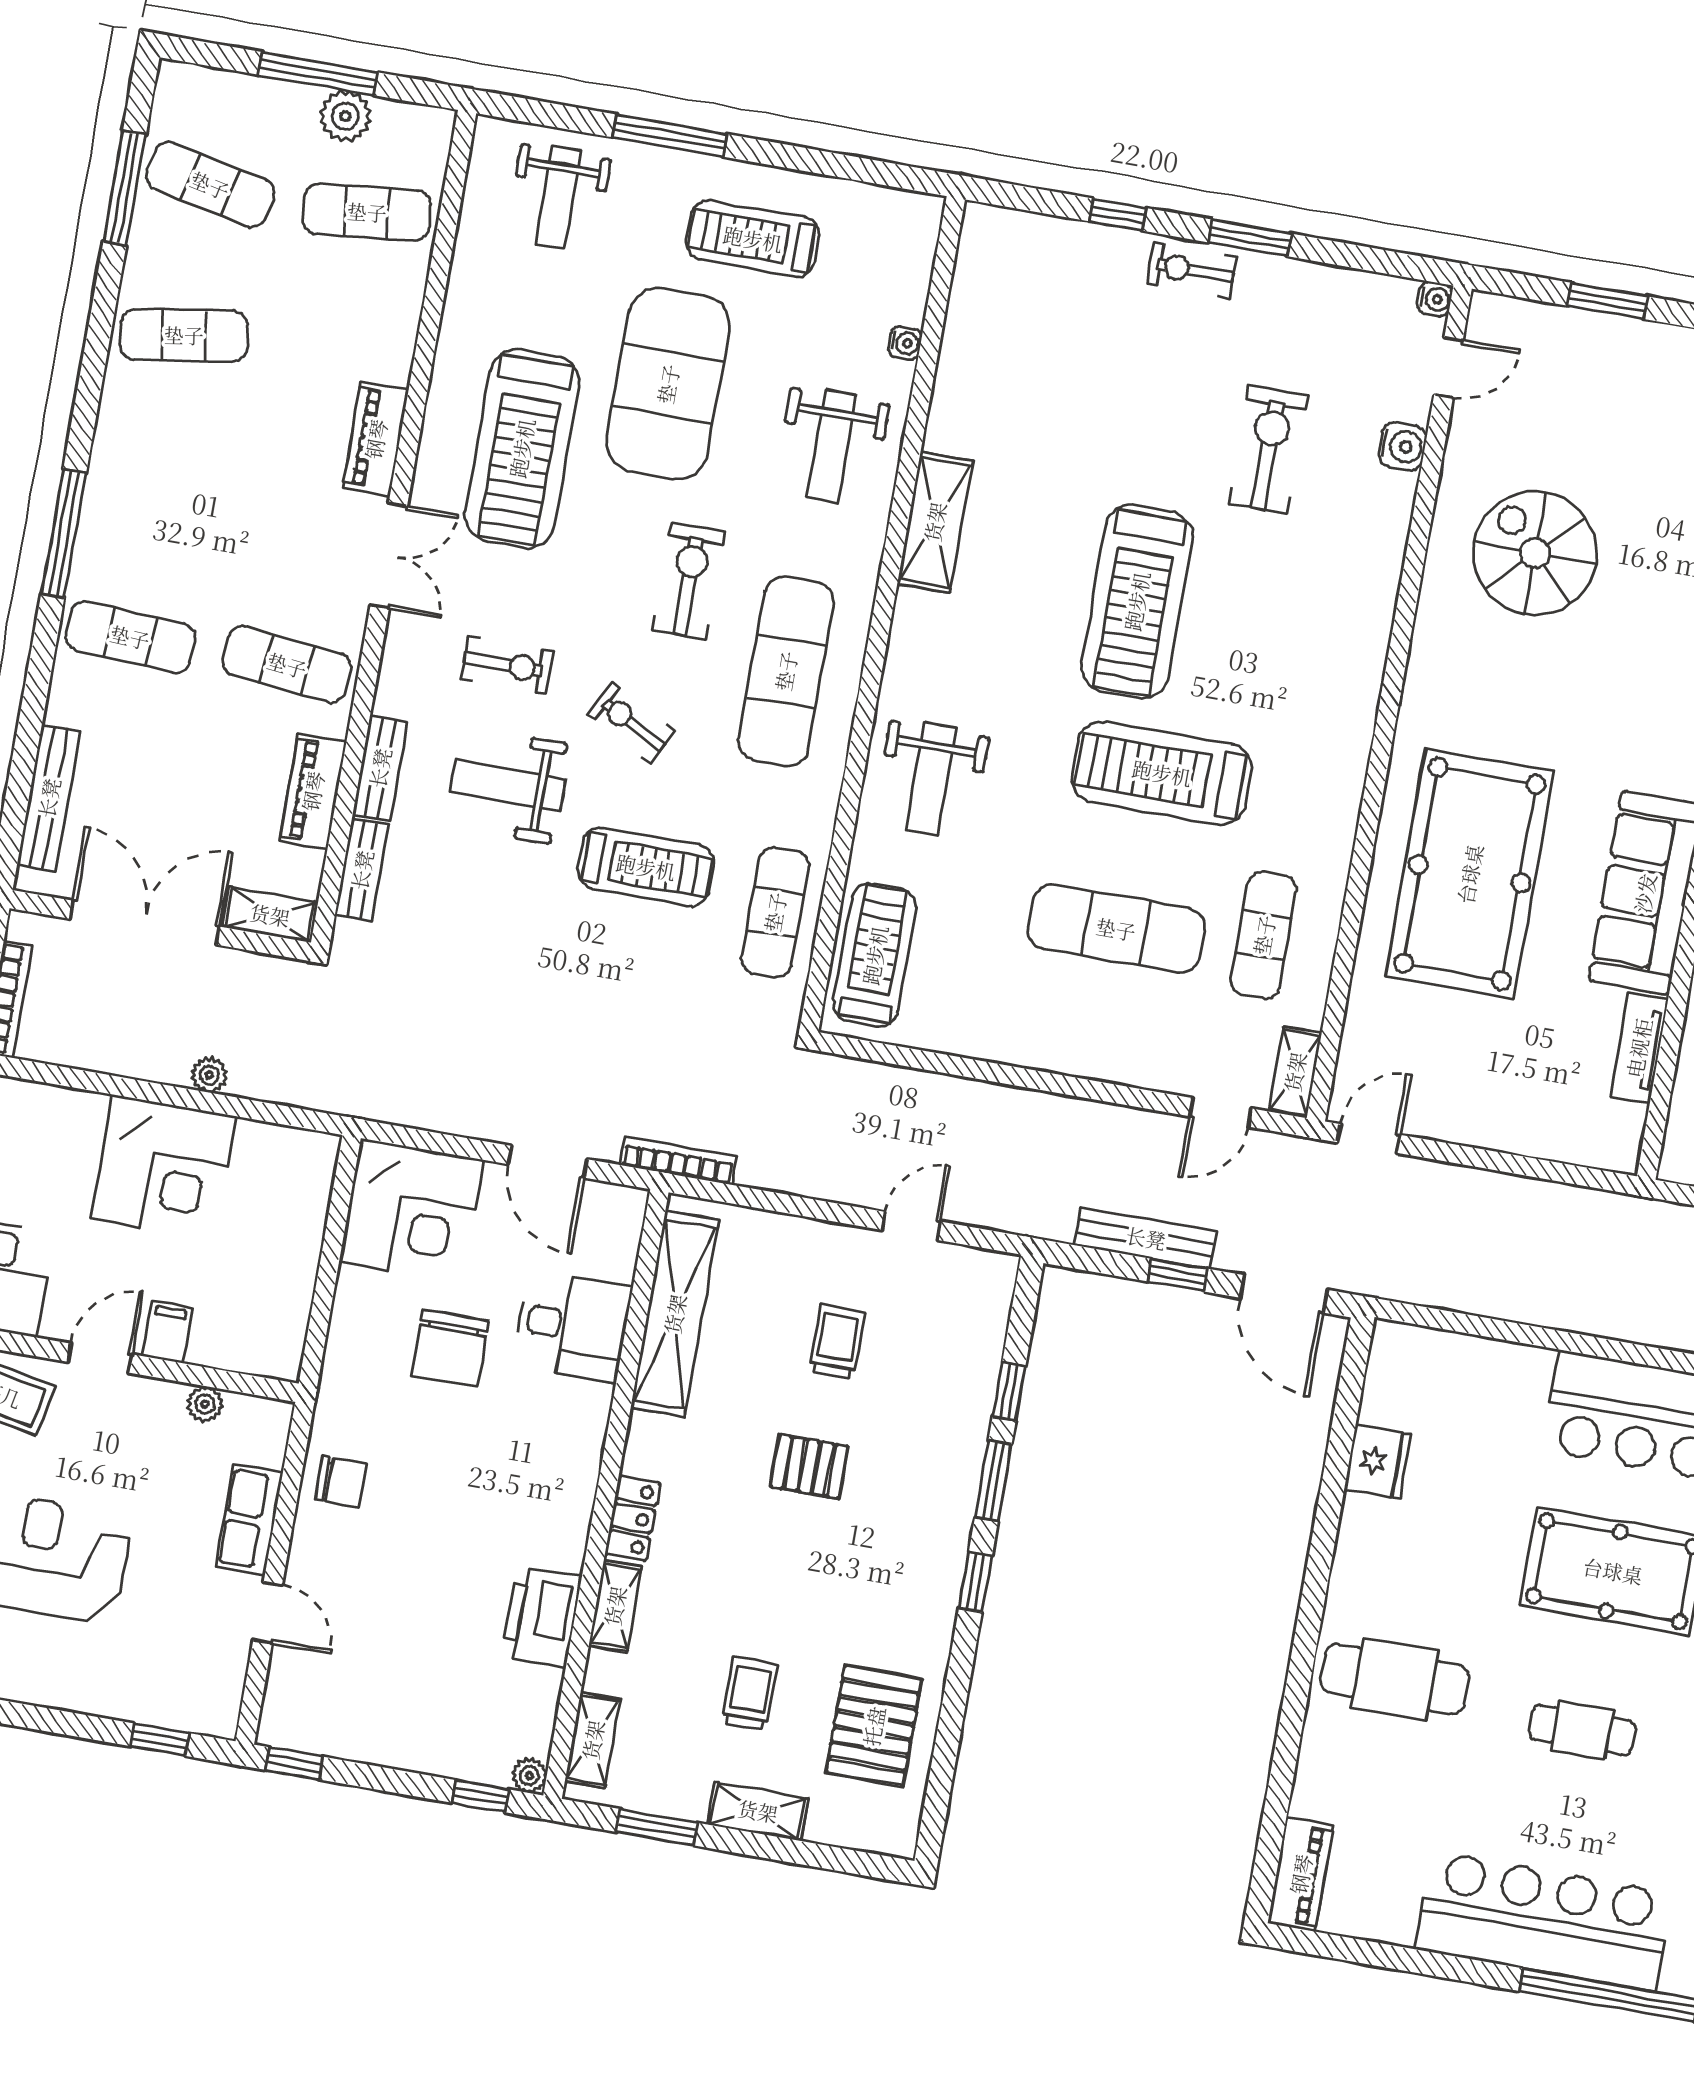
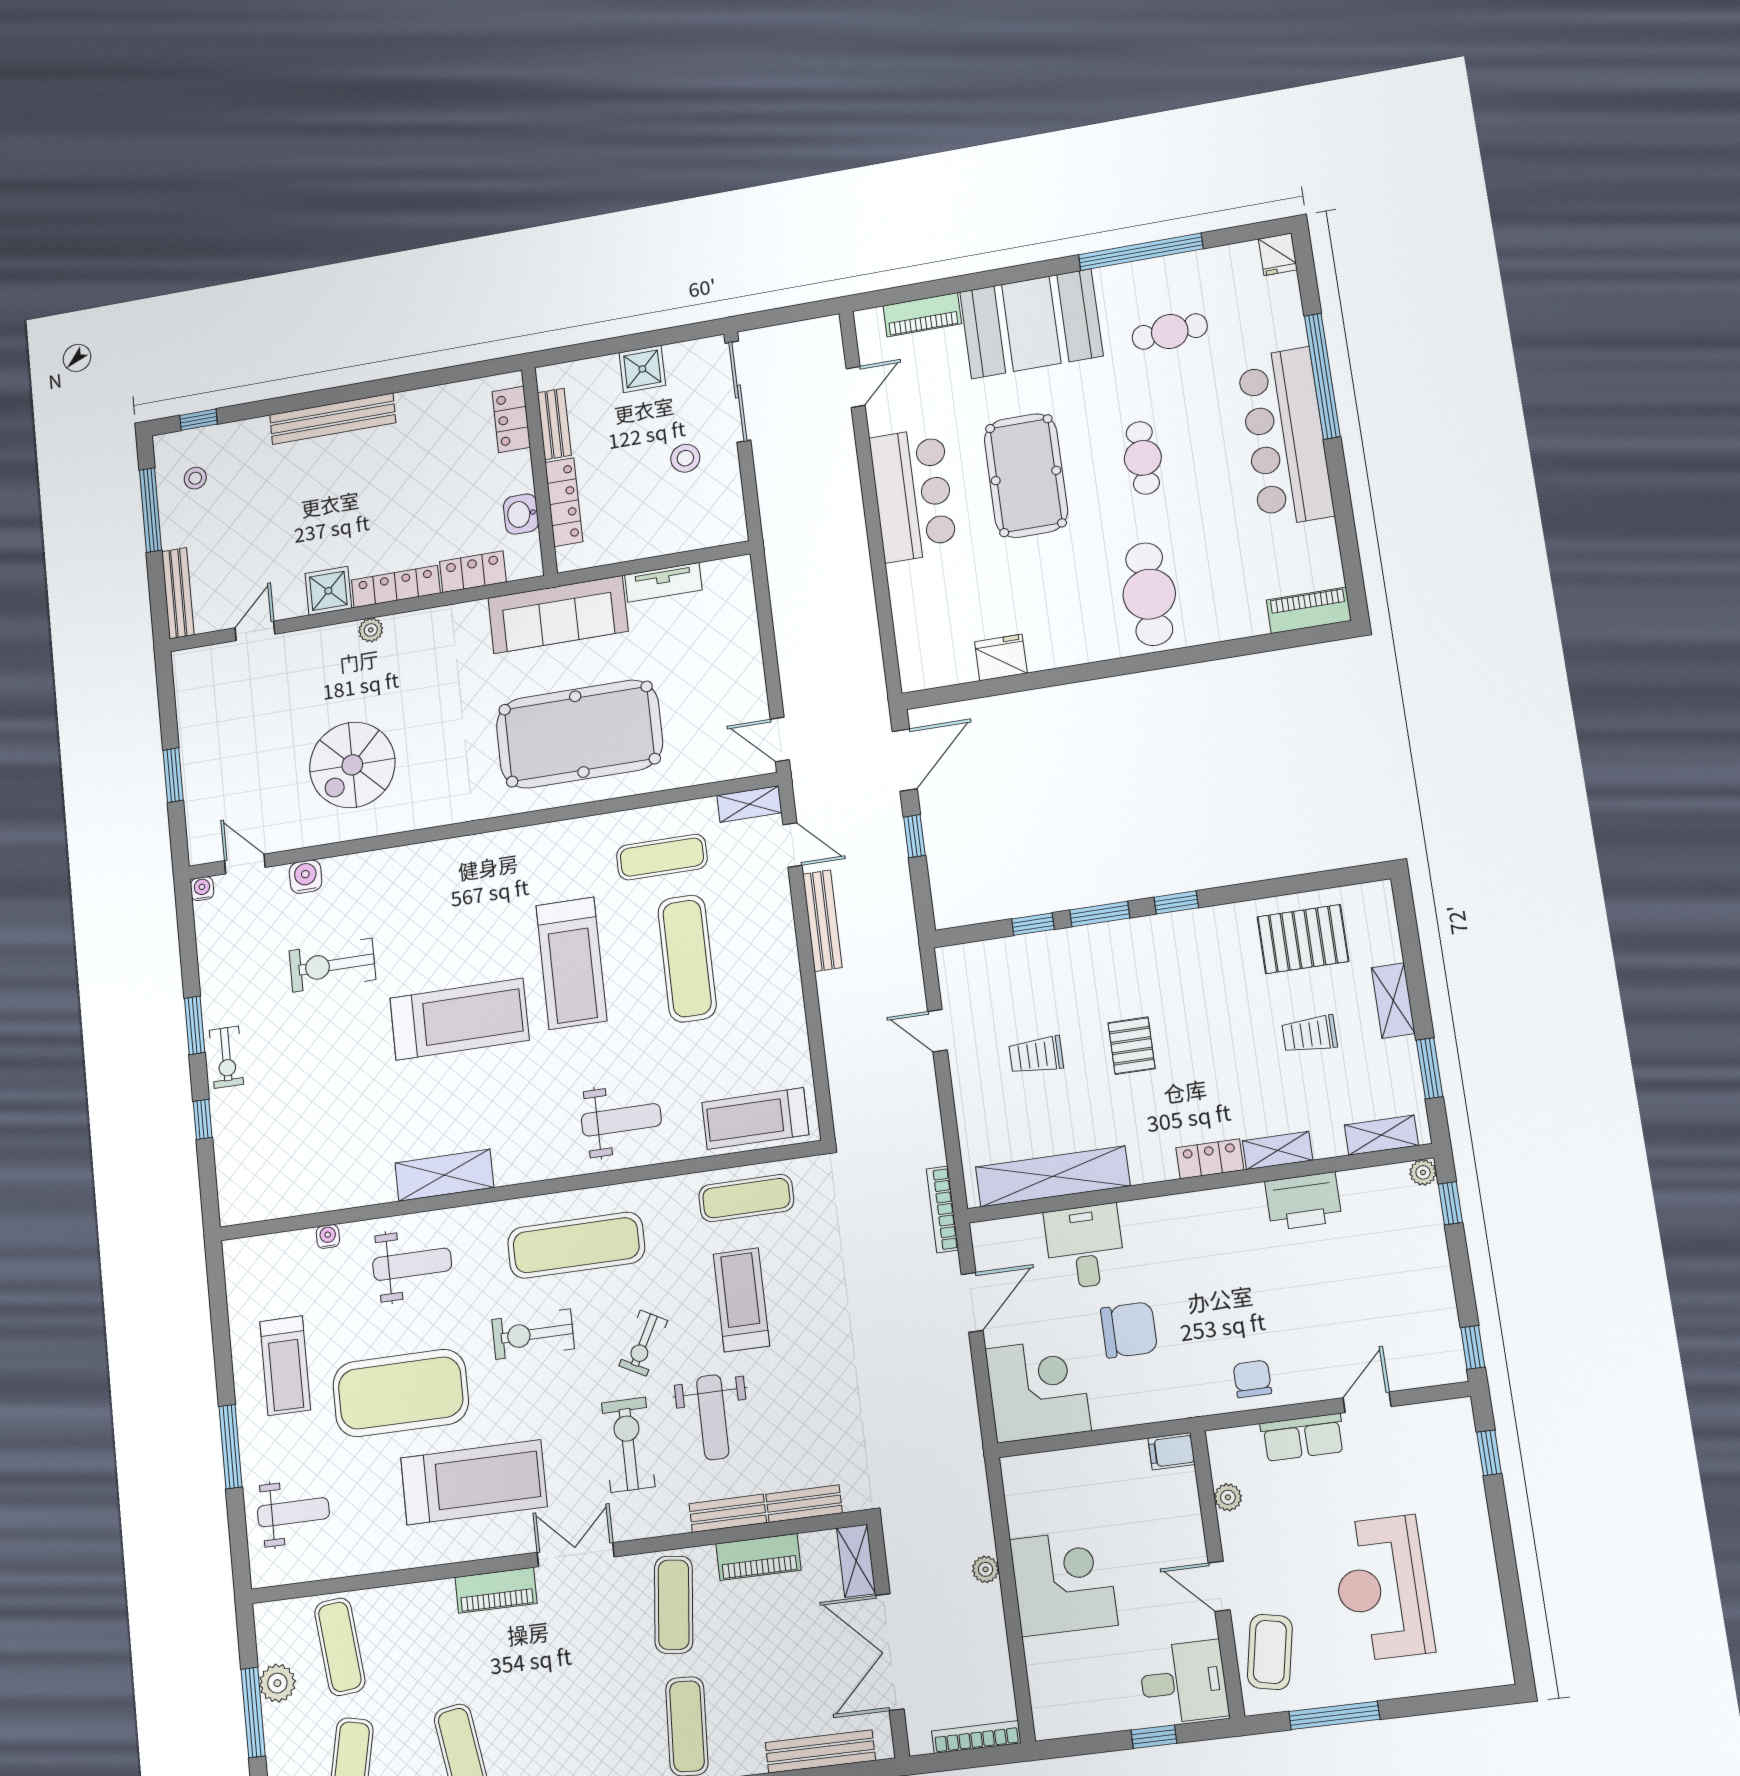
exercise bike: (507, 665) -> (628, 1445), width x1.38, depth x1.39
bench: (1146, 1238) -> (822, 921), moved
filing cabinet: (167, 1332) -> (1171, 1451), moved

